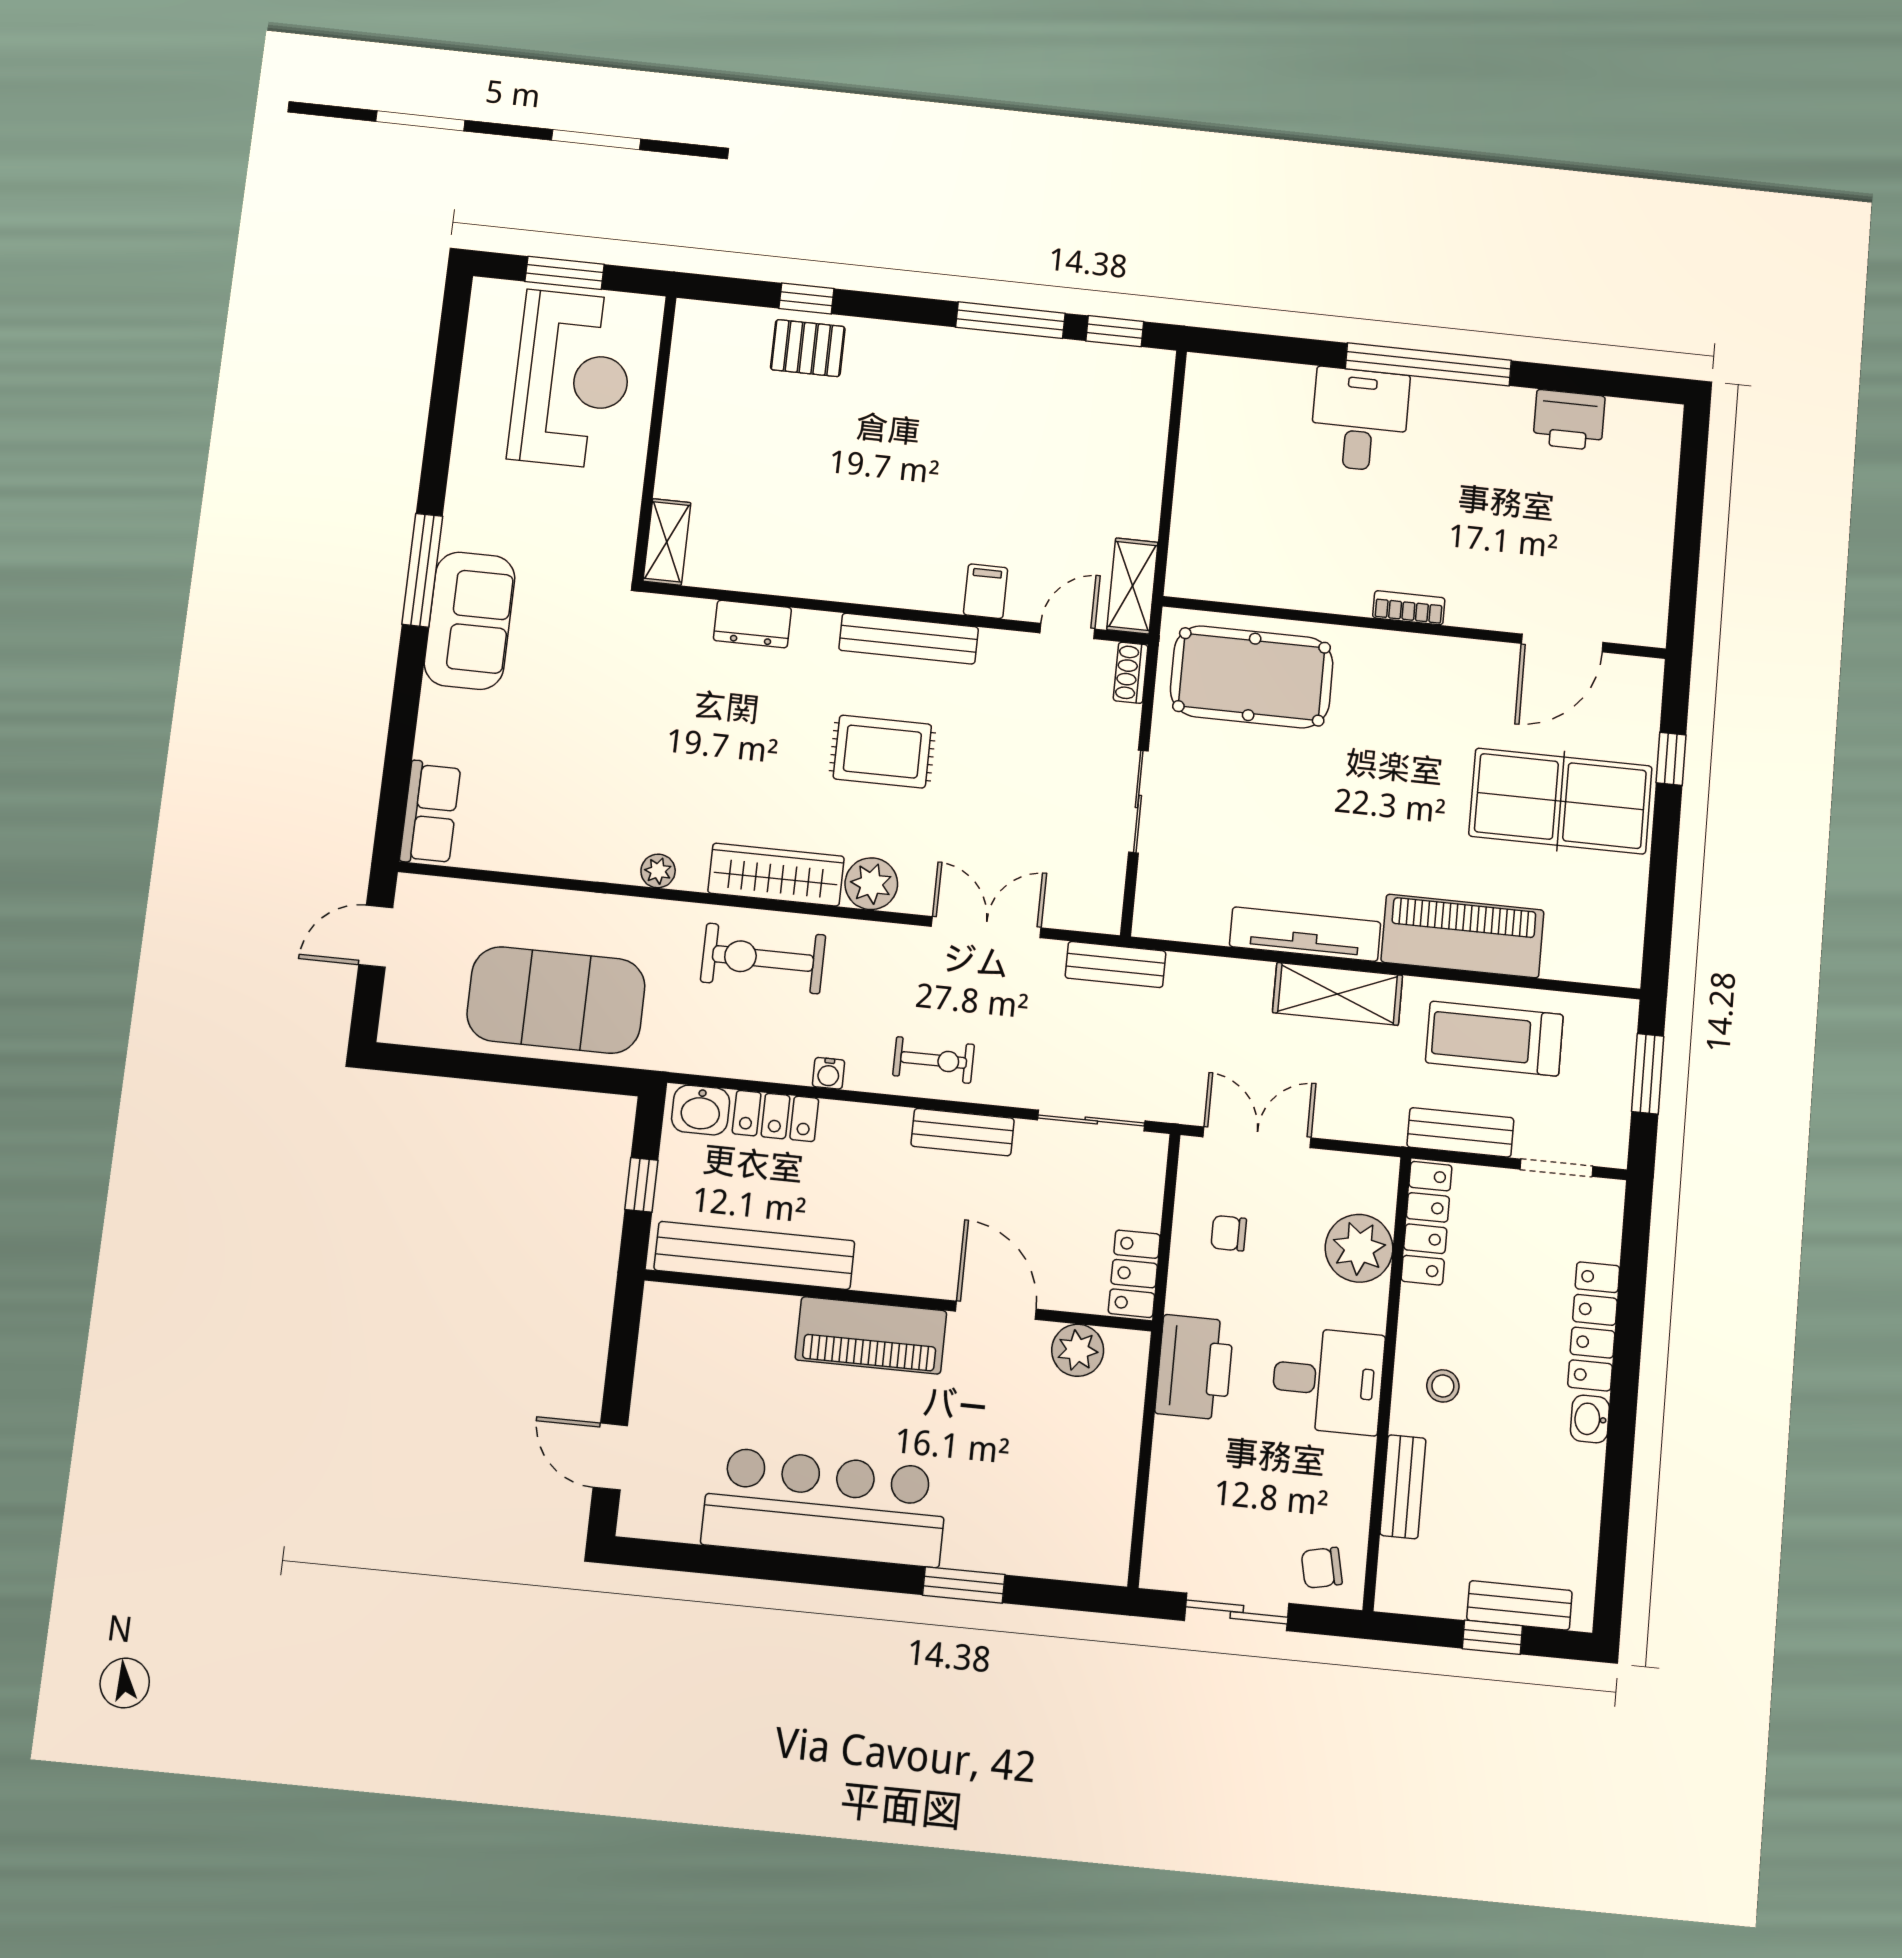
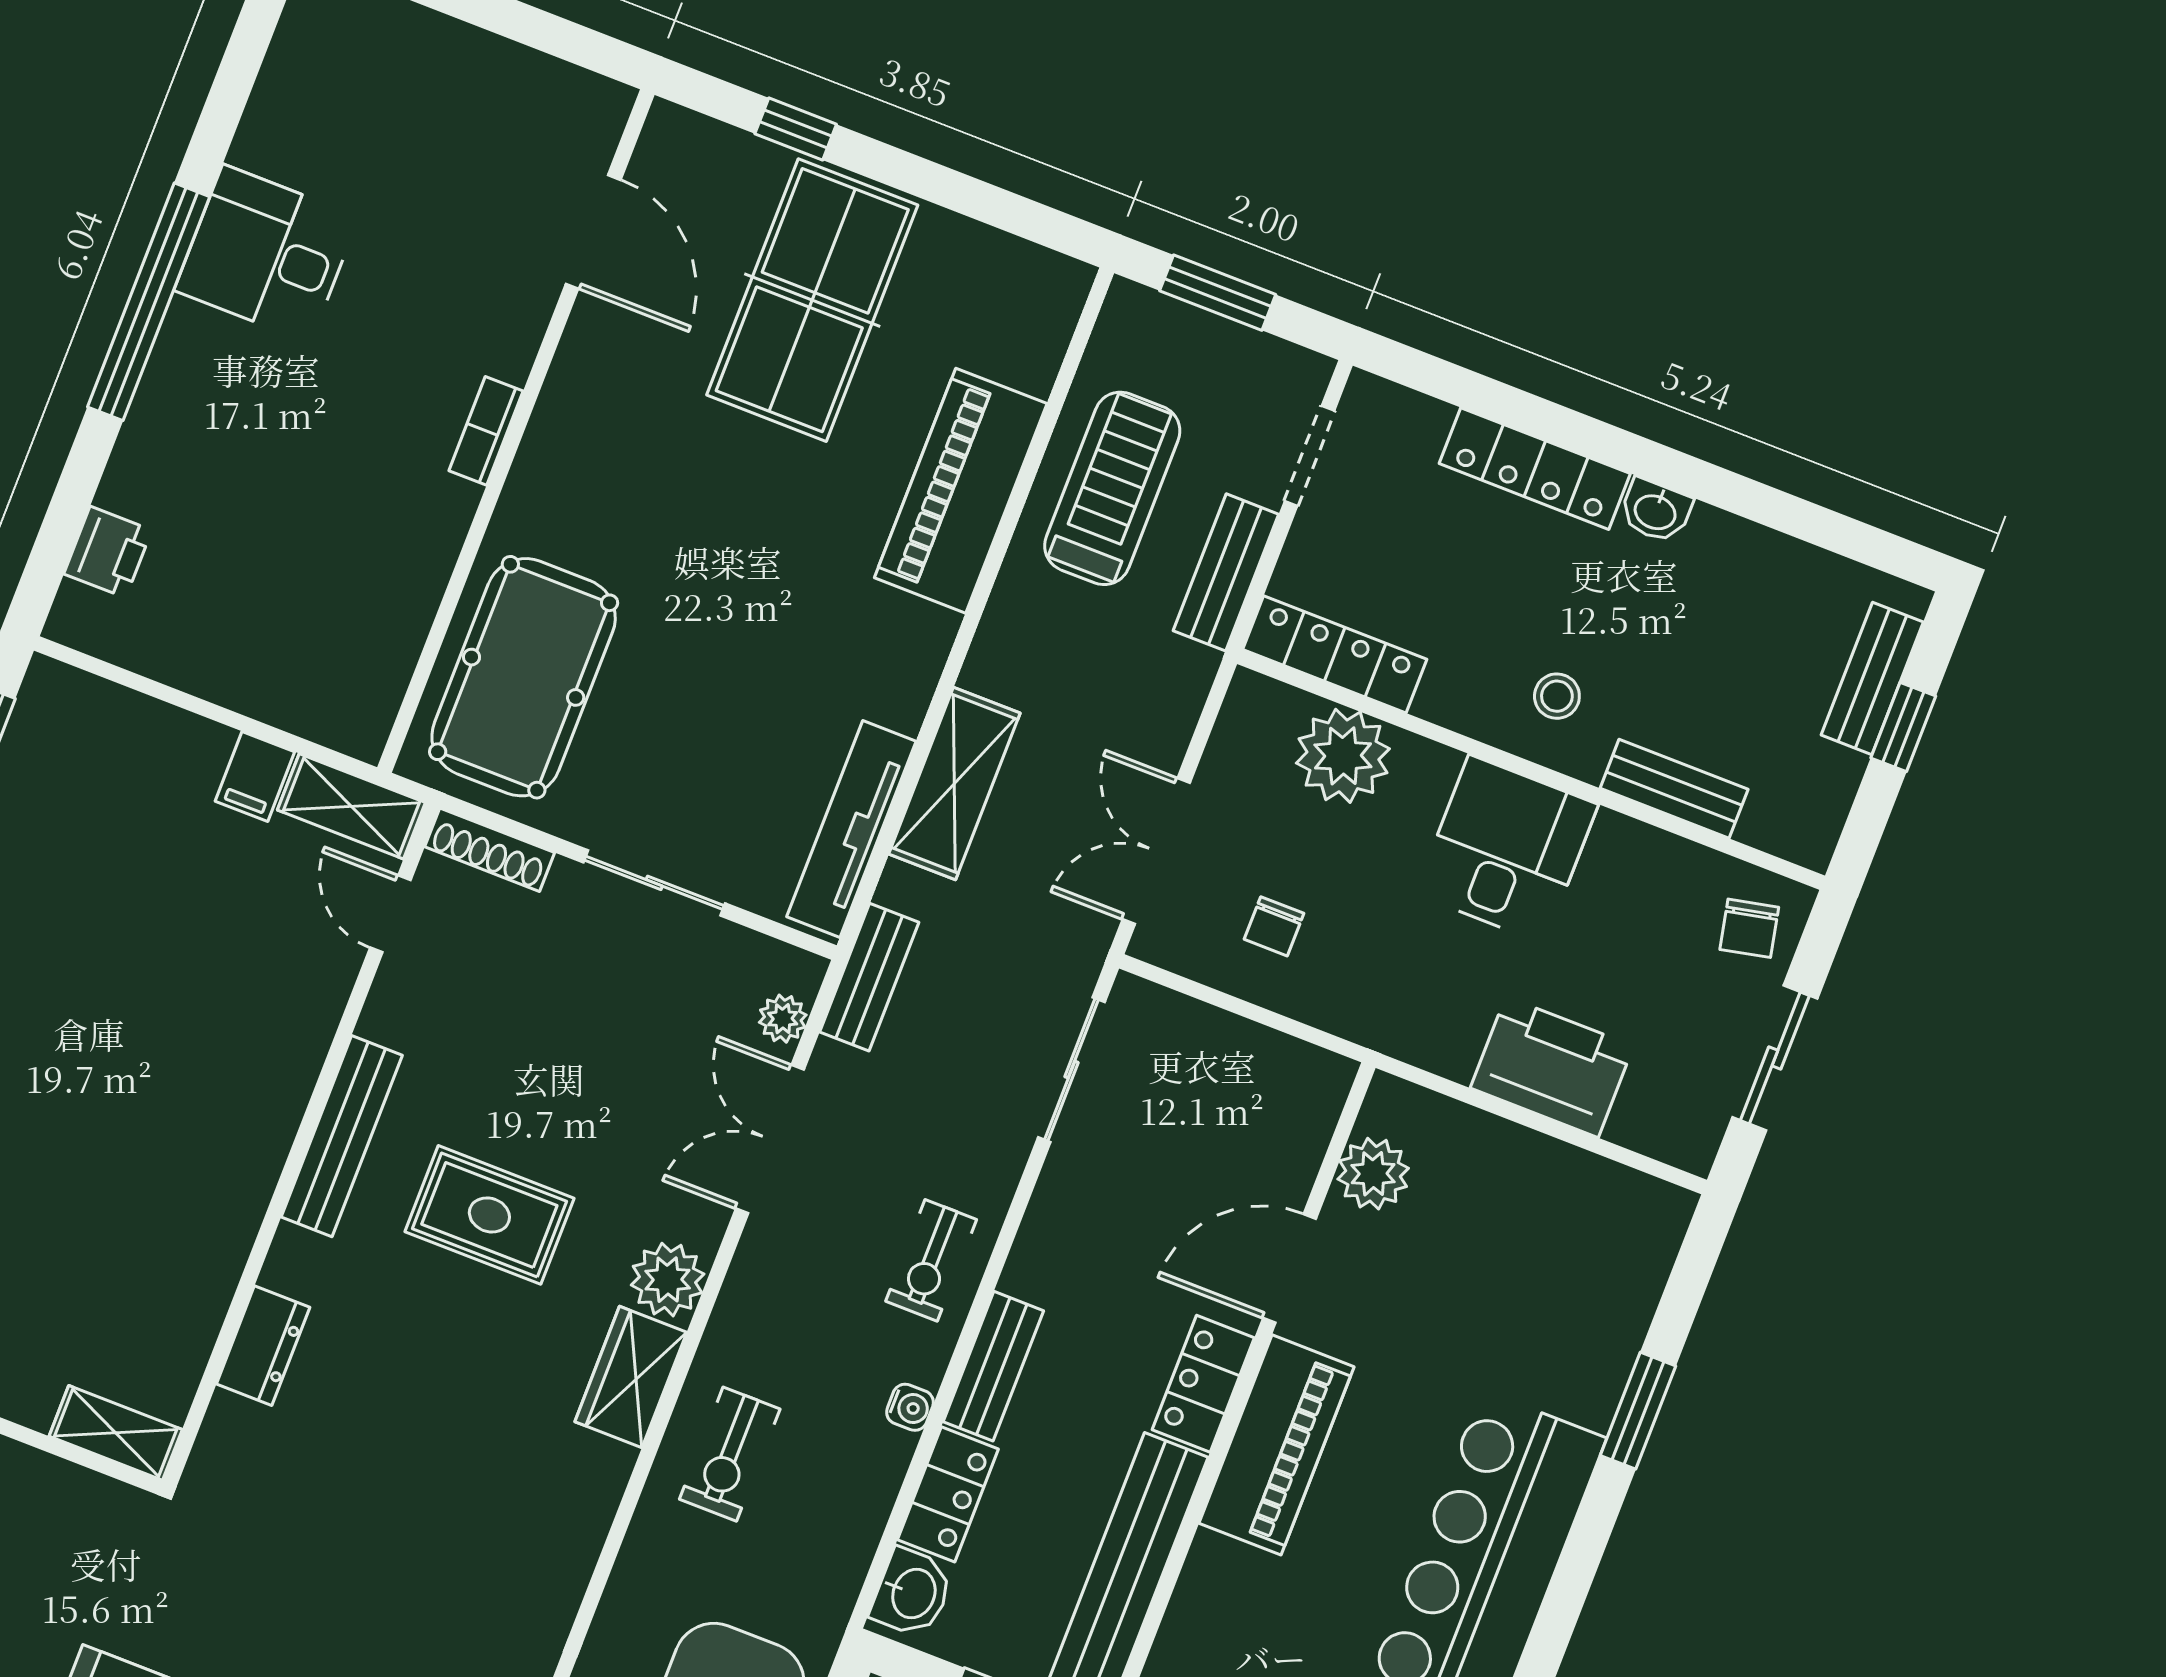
desk: (1360, 420) -> (267, 254), moved
printer: (1569, 420) -> (108, 552), moved, width x0.73, depth x0.81
filing cabinet: (986, 591) -> (255, 776), moved, turned -90
shoe rack: (1131, 673) -> (490, 850), width x1.43
rug: (882, 752) -> (489, 1215), turned 90
plant: (658, 871) -> (783, 1019), moved
wardrobe: (776, 875) -> (631, 1377), width x0.67
tv unit: (1305, 934) -> (851, 829), moved
exercise bike: (763, 959) -> (730, 1454), width x0.73, depth x0.72
shelving: (1338, 994) -> (954, 784), moved
treadmill: (1494, 1039) -> (1112, 488), turned 180
exercise bike: (934, 1060) -> (931, 1260), turned 180
bench: (963, 1132) -> (993, 1366), moved
locker: (1134, 1274) -> (1203, 1384), moved, turned 90
printer: (1194, 1367) -> (1552, 1067), moved

